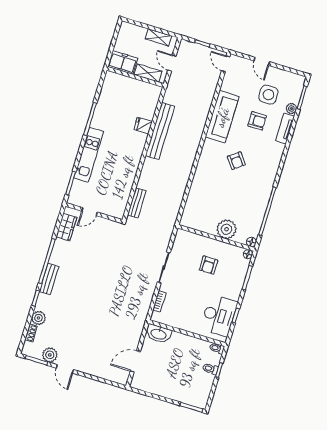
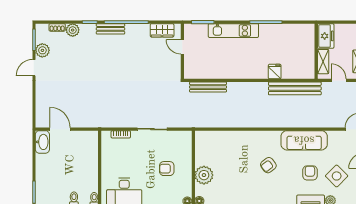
door: (172, 63) -> (339, 80), hinge flipped
side table: (268, 95) -> (337, 176), turned 45
armchair: (257, 121) -> (310, 173), turned 180
bench: (160, 131) -> (295, 88), moved
bench: (137, 203) -> (208, 87), width x1.36
washbasin: (159, 334) -> (42, 142), moved, turned 180

